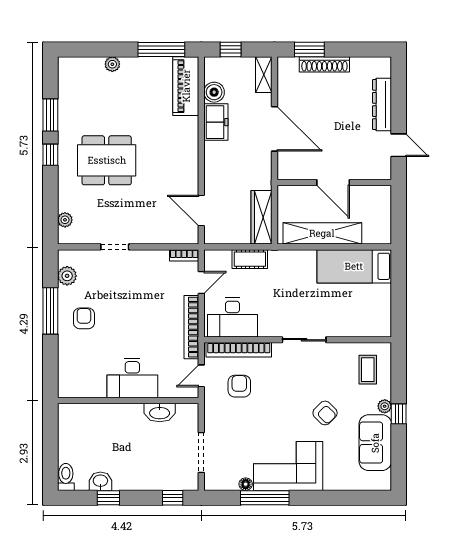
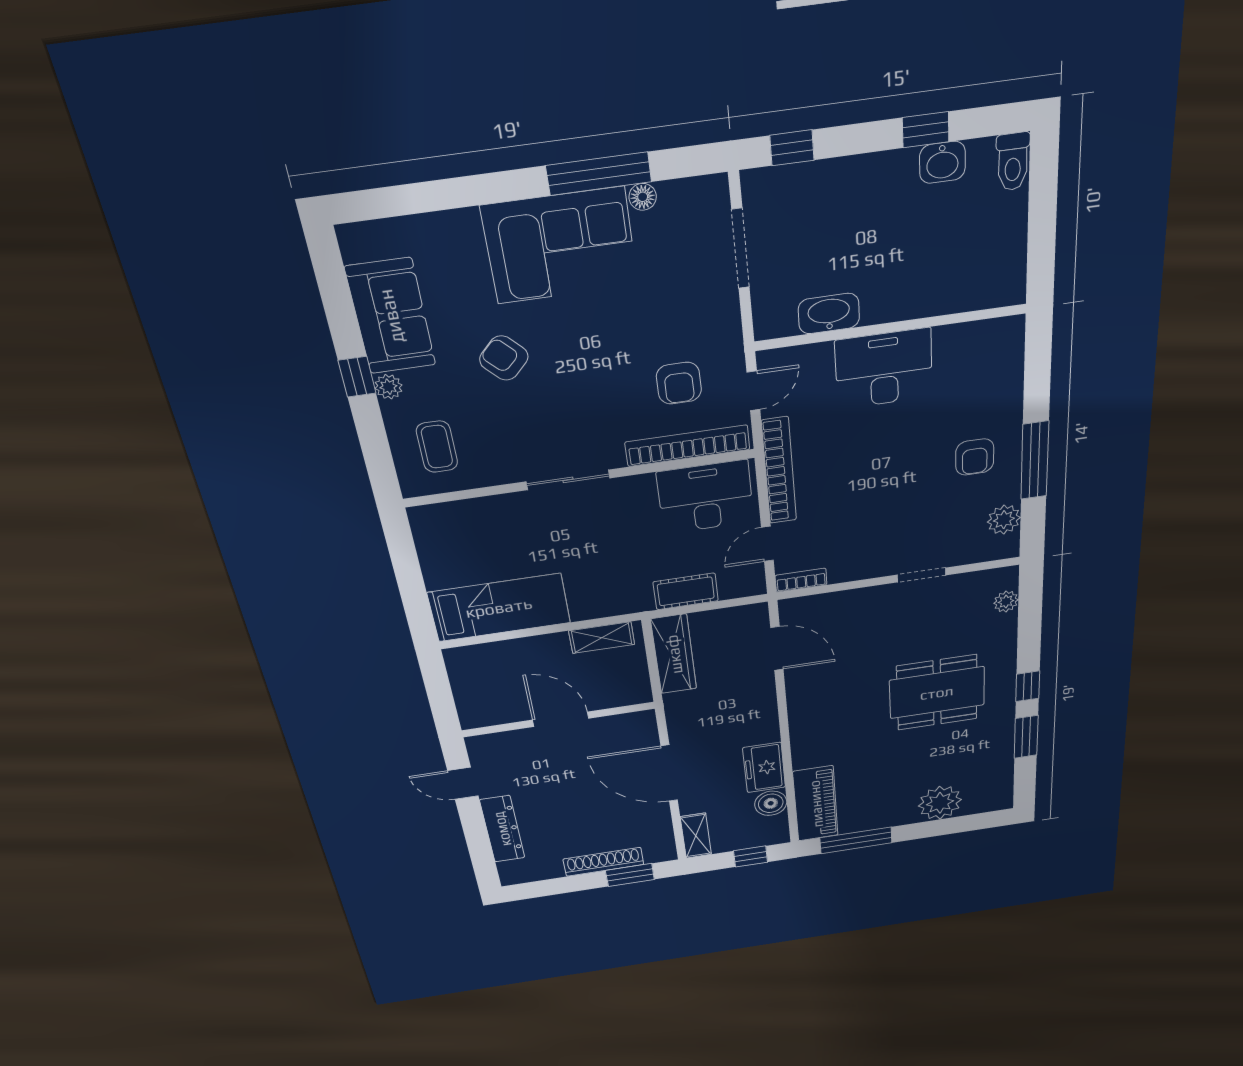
plant: (112, 64) -> (940, 803), width x1.88, depth x1.88
shelving: (322, 233) -> (602, 638), width x0.45, depth x0.75

